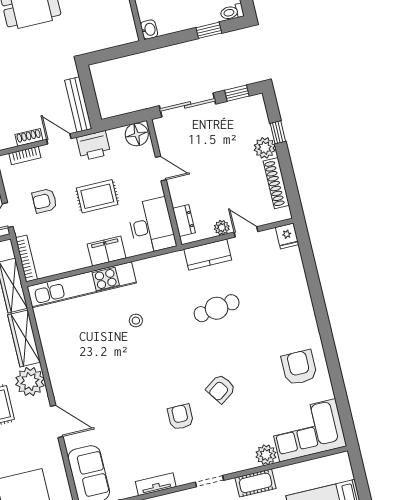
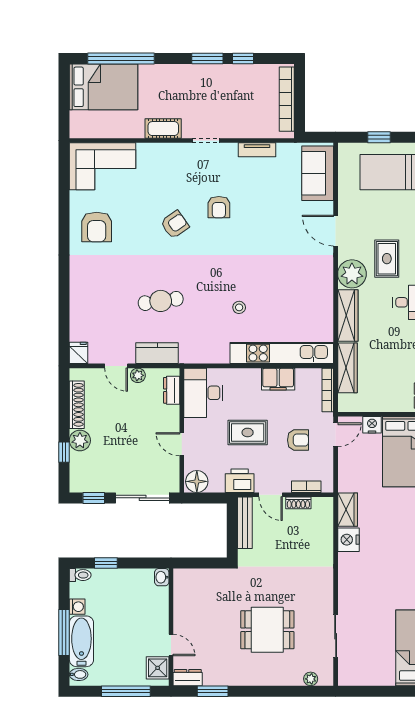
filing cabinet: (107, 251) -> (278, 379), moved
plant: (266, 455) -> (147, 153), removed

